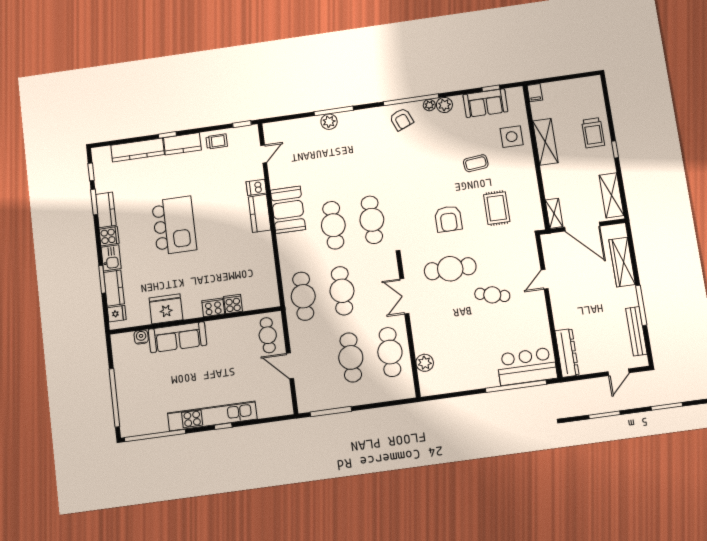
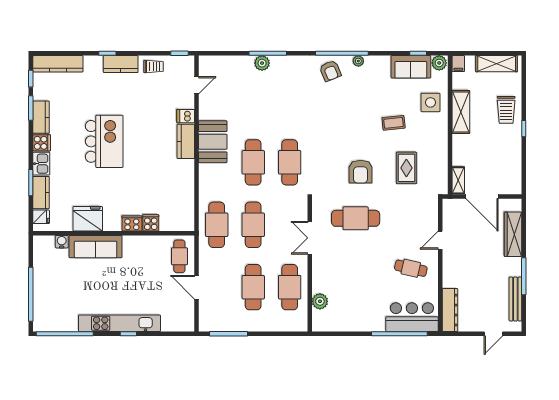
plant: (444, 105) -> (439, 63), moved
kitchen counter: (138, 150) -> (58, 64), moved
shelving: (611, 195) -> (497, 64), moved, turned 90
cafe table: (492, 295) -> (411, 268), moved

